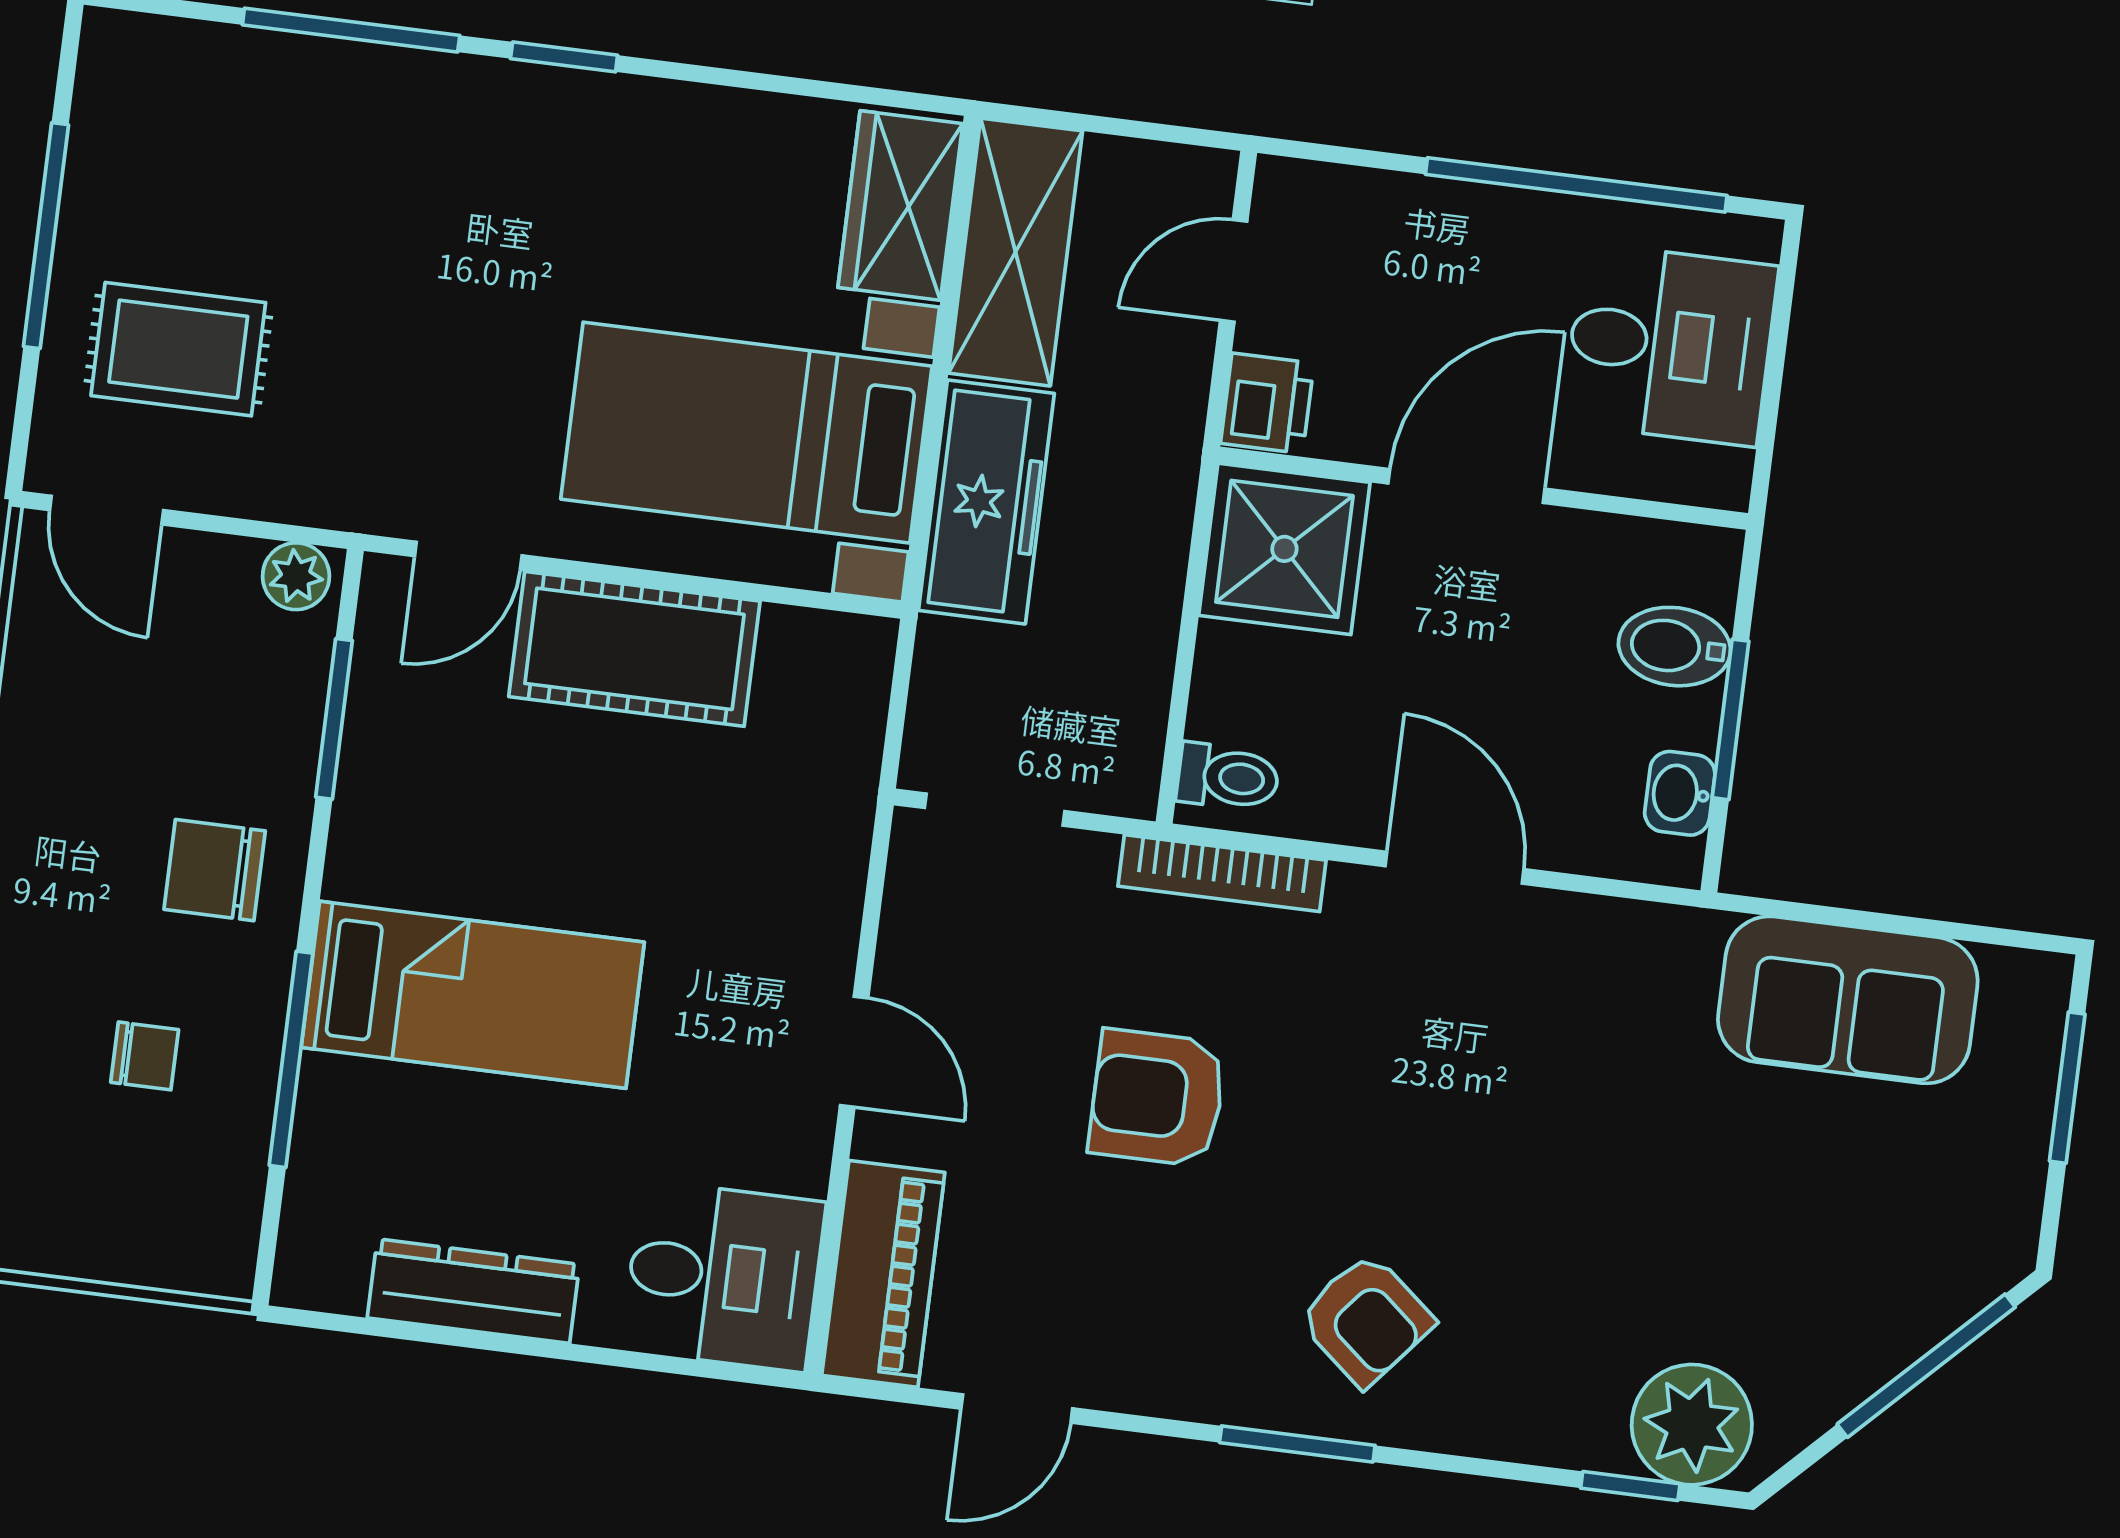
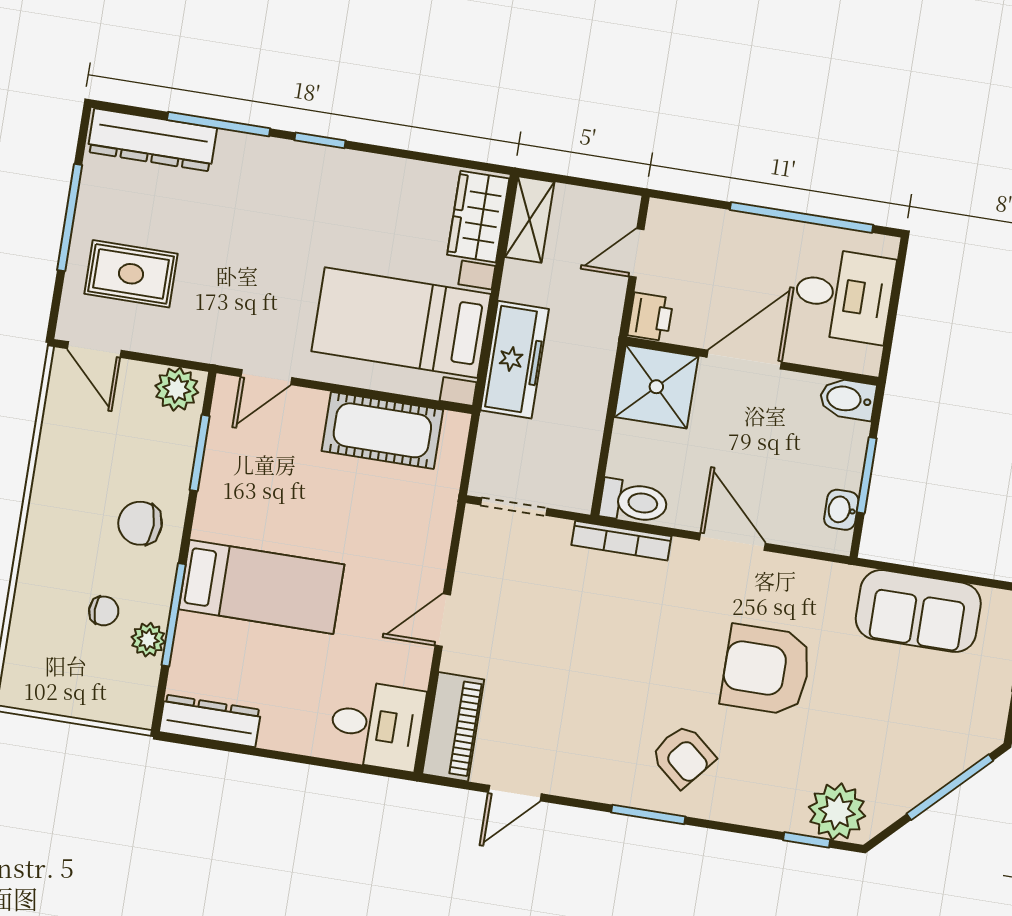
dresser: (213, 68) -> (152, 140), added
shelving: (1015, 252) -> (530, 219), width x0.67, depth x0.75
plant: (296, 576) -> (177, 389), width x1.38, depth x1.38
bidet: (1674, 647) -> (848, 399), moved
cot: (634, 649) -> (382, 430), moved
toilet: (1228, 777) -> (634, 502), width x1.37, depth x1.39
door: (854, 1052) -> (443, 620), swing flipped
armchair: (1157, 1098) -> (766, 670), moved, width x1.36, depth x1.36
plant: (240, 1113) -> (148, 640), added
dresser: (473, 1291) -> (210, 721), moved

